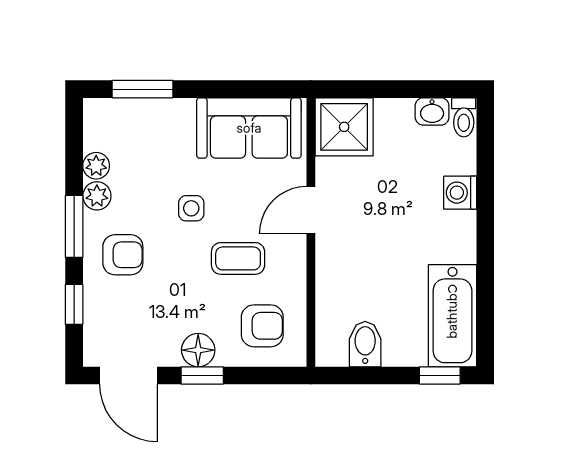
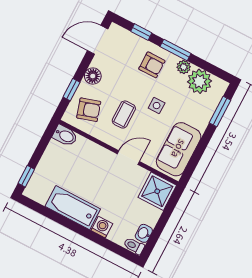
plant: (96, 166) -> (200, 81), width x1.88, depth x1.88
door: (311, 210) -> (128, 158), hinge flipped
armchair: (123, 255) -> (152, 65), turned -90
bathtub: (452, 316) -> (73, 208), moved
armchair: (262, 326) -> (89, 110), turned -107
bidet: (365, 344) -> (65, 136), moved
window: (202, 375) -> (71, 90), moved

